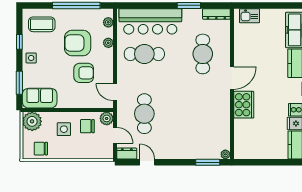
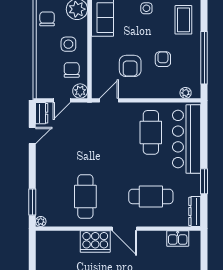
kitchen sink: (249, 16) -> (178, 238), moved, turned -90
armchair: (78, 43) -> (163, 59), width x0.53, depth x0.53
plant: (108, 43) -> (163, 93), removed
cafe table: (144, 114) -> (85, 196), moved, turned 90

